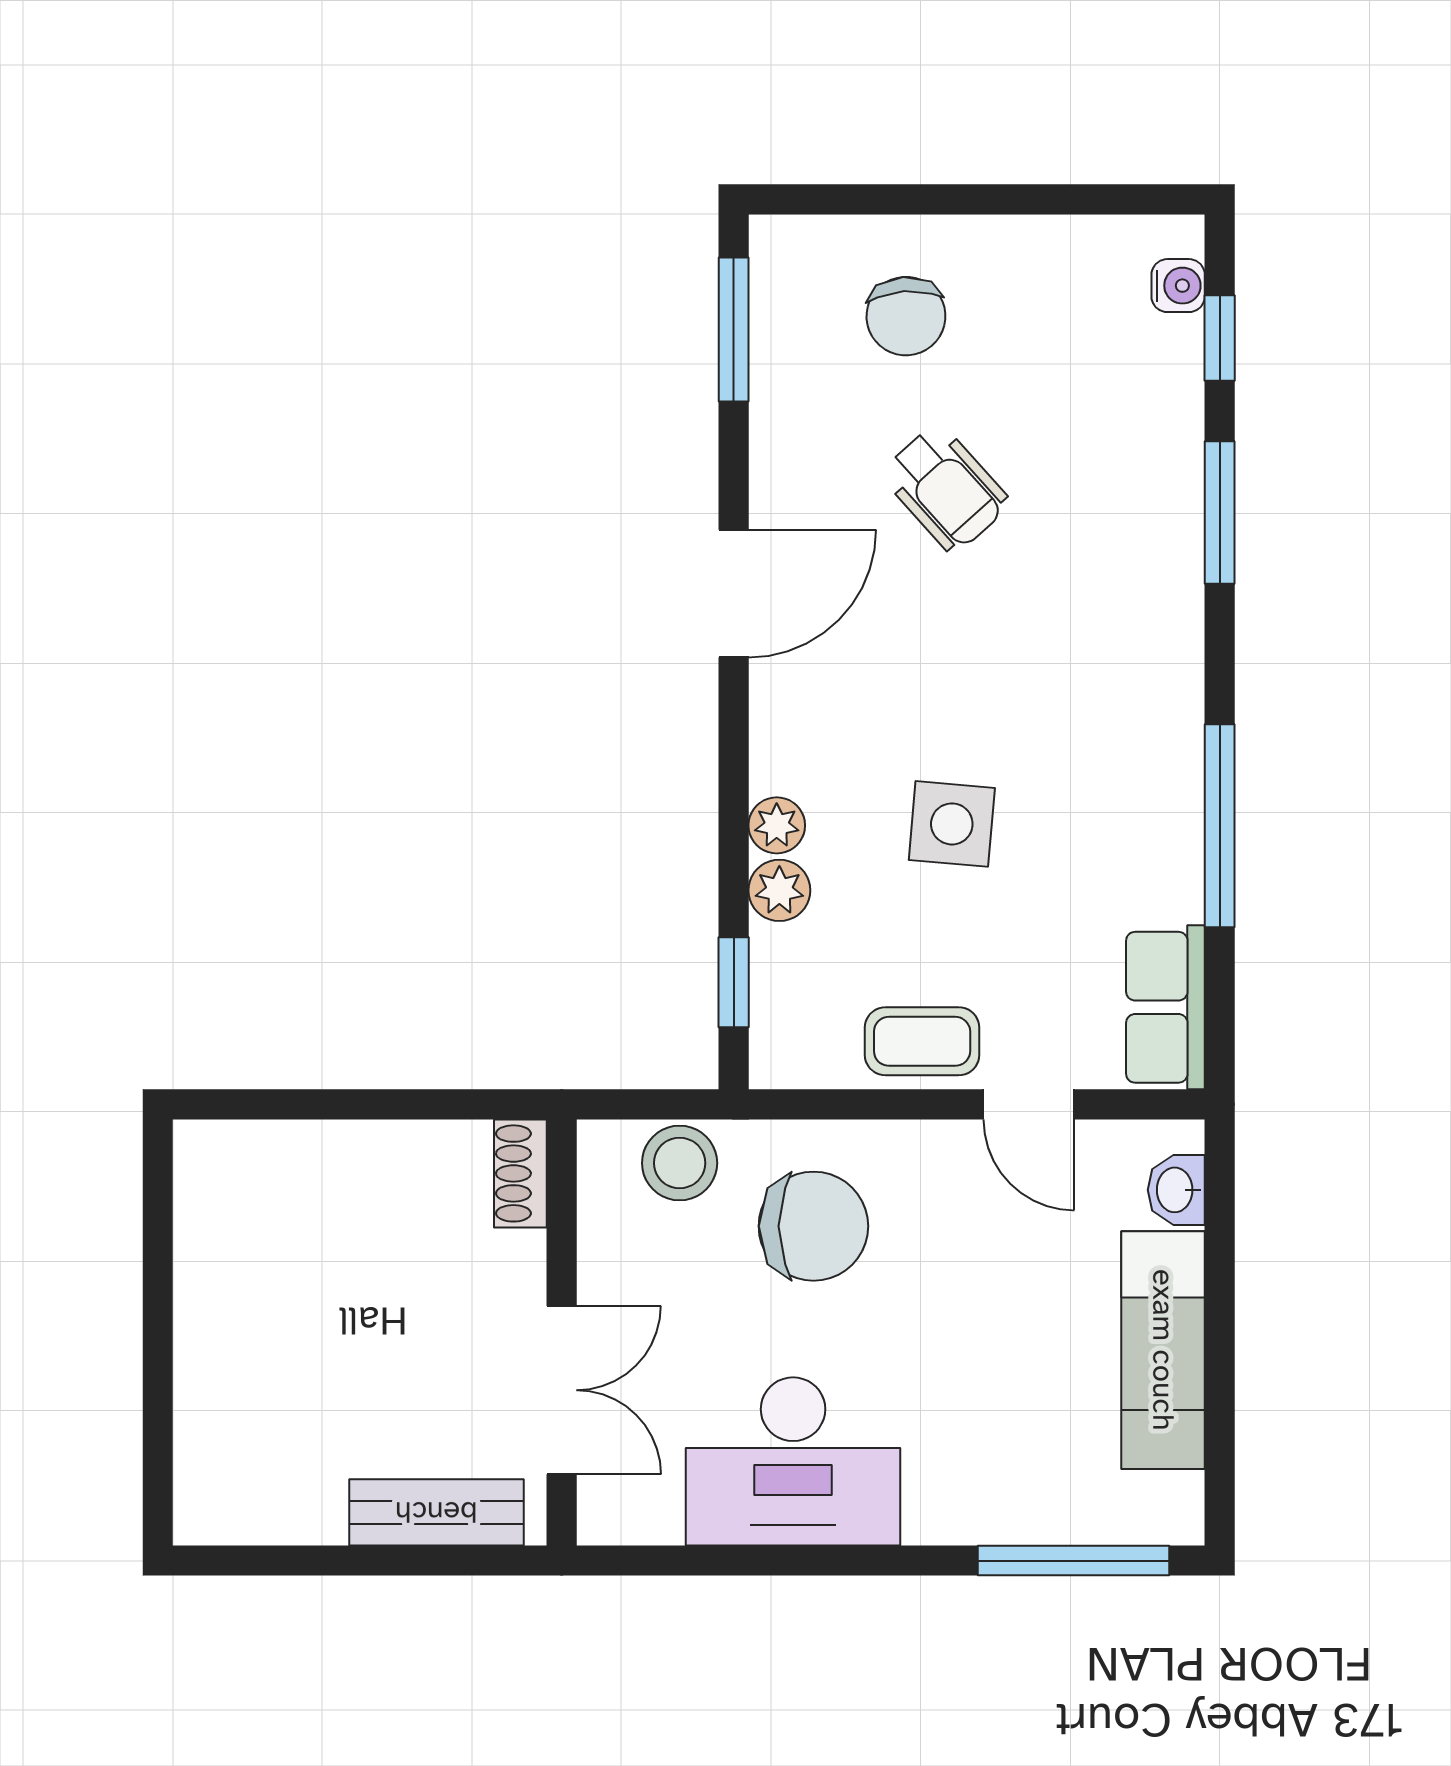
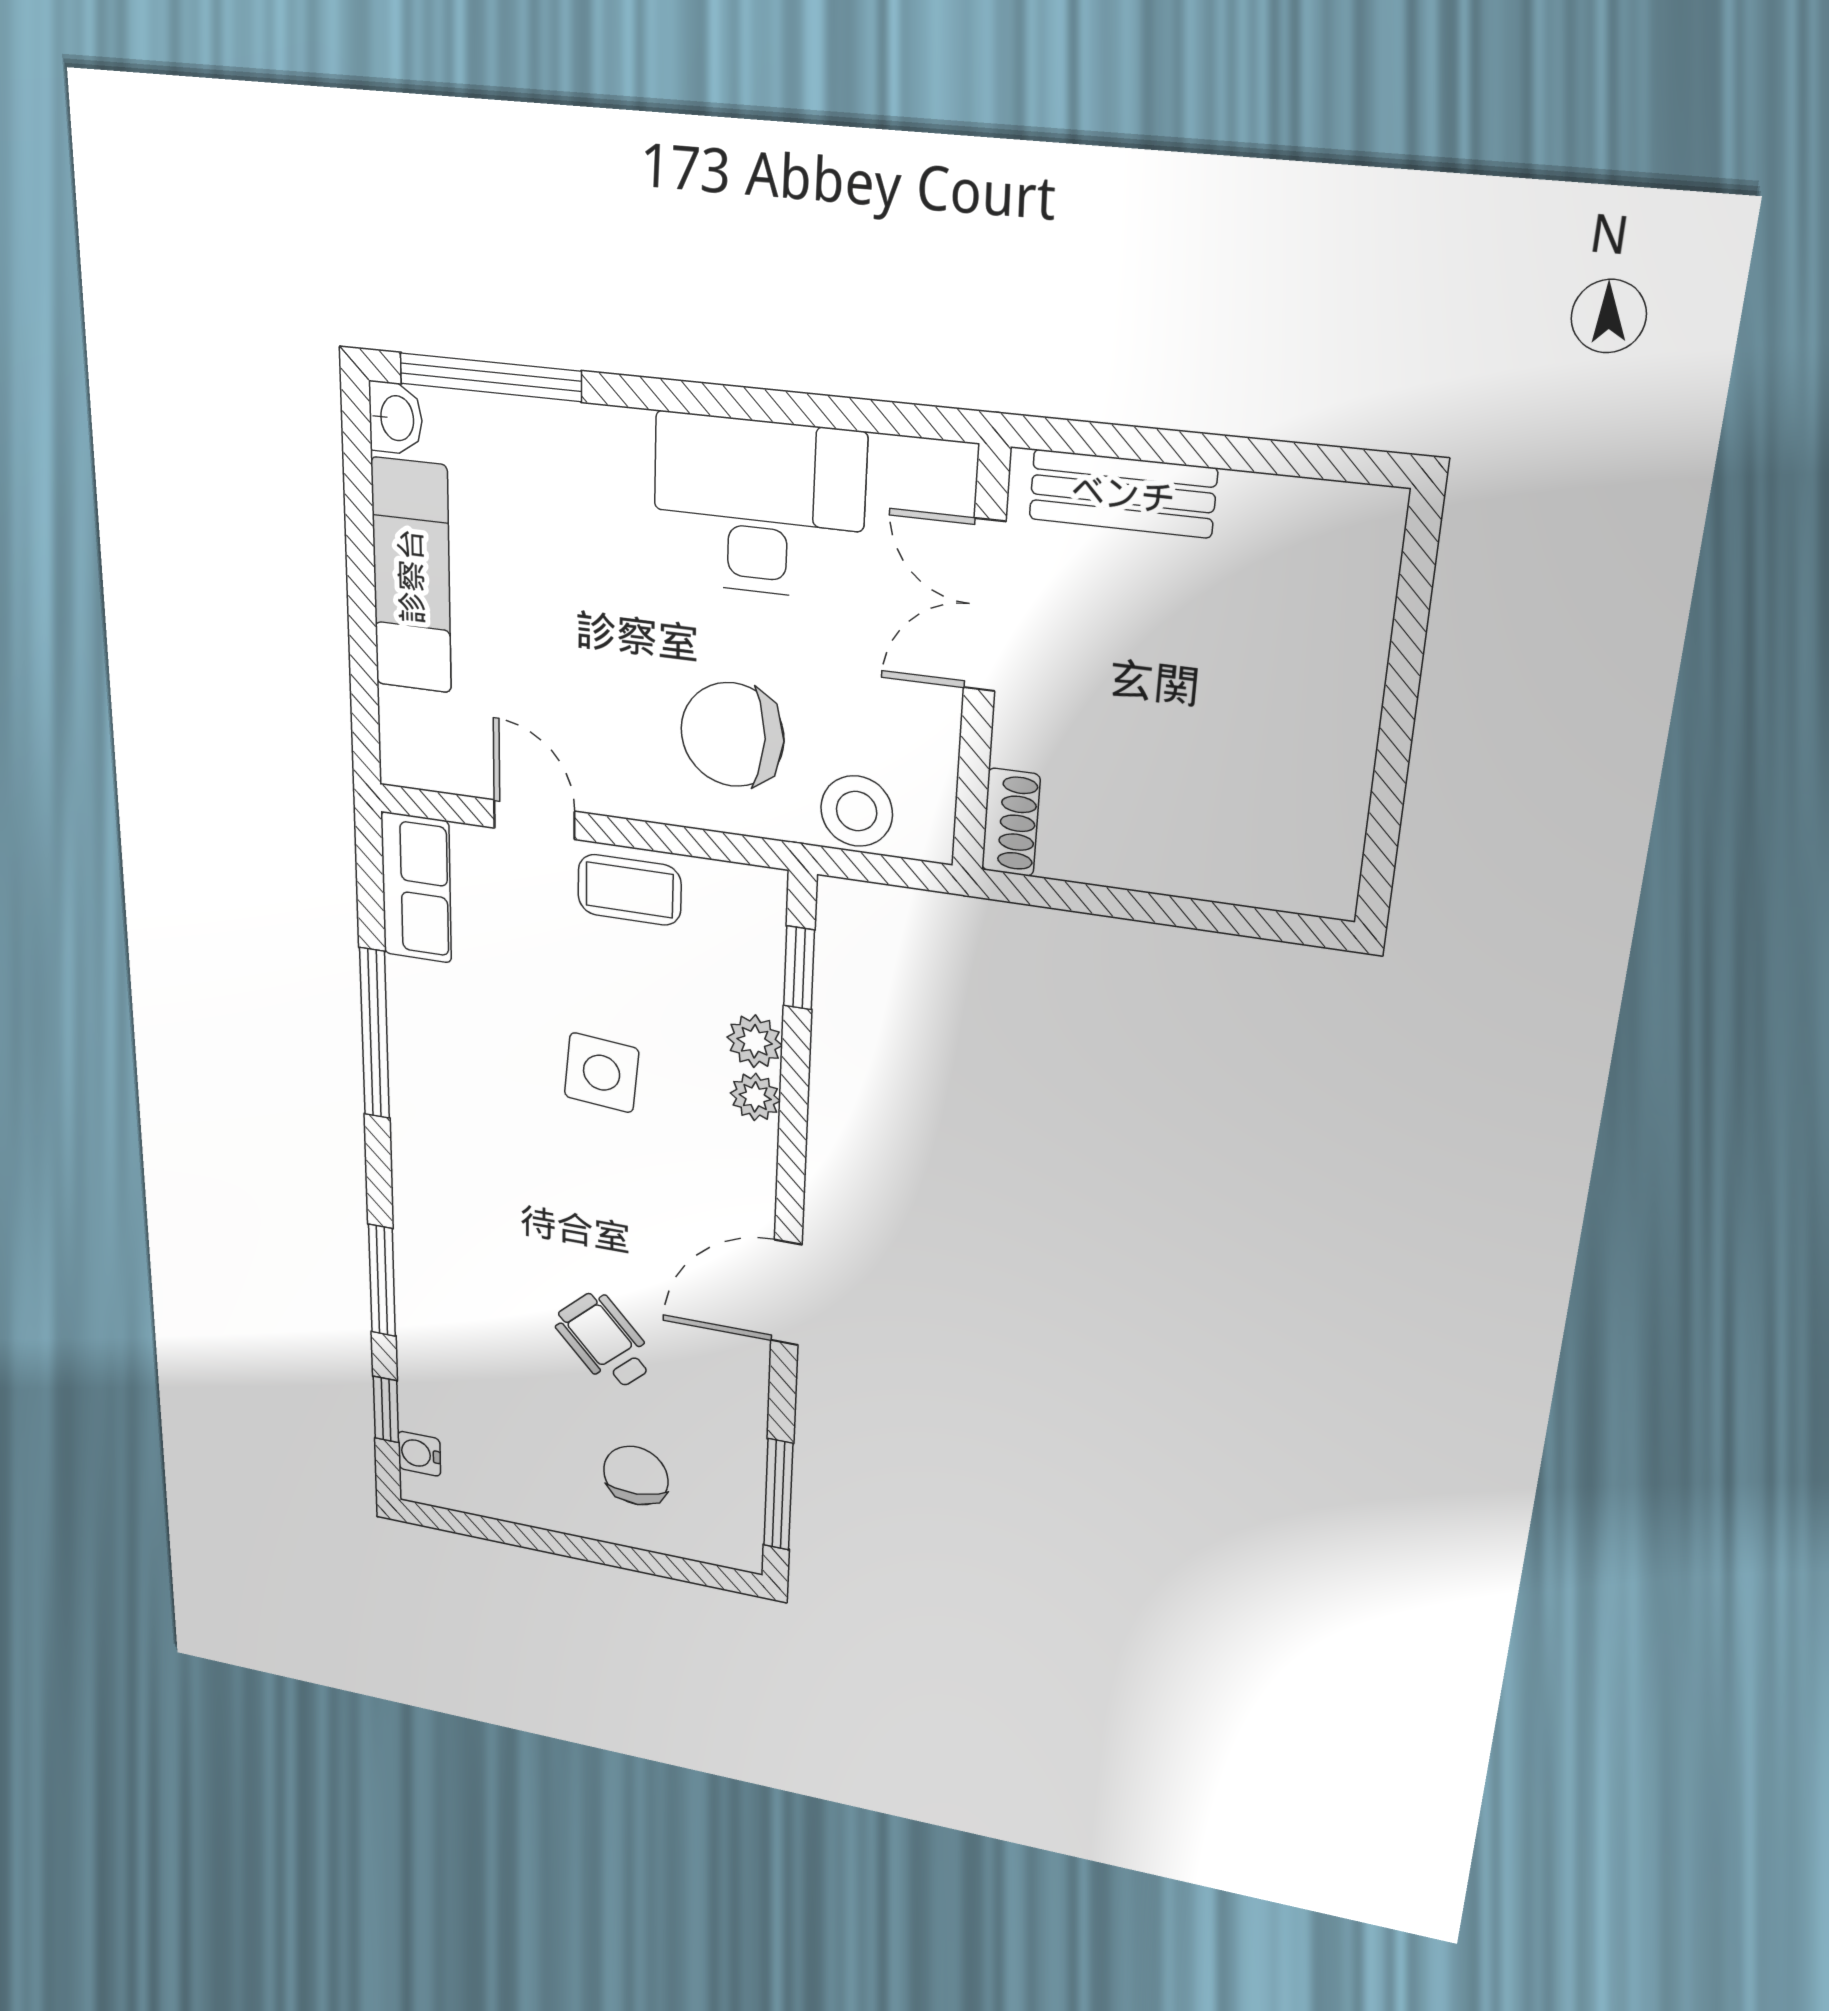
washbasin: (1176, 1190) -> (396, 418), moved

